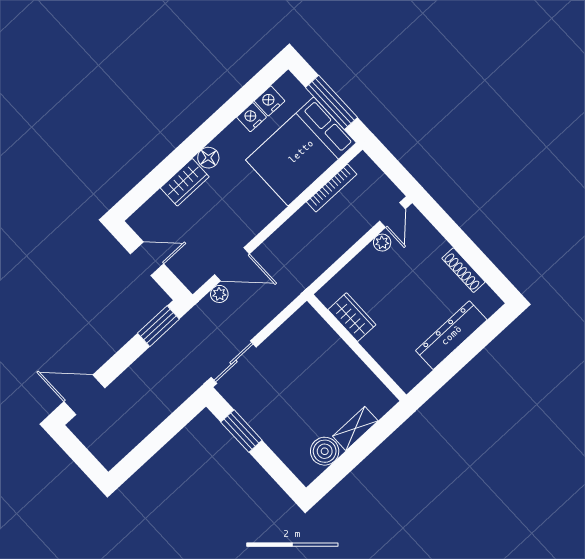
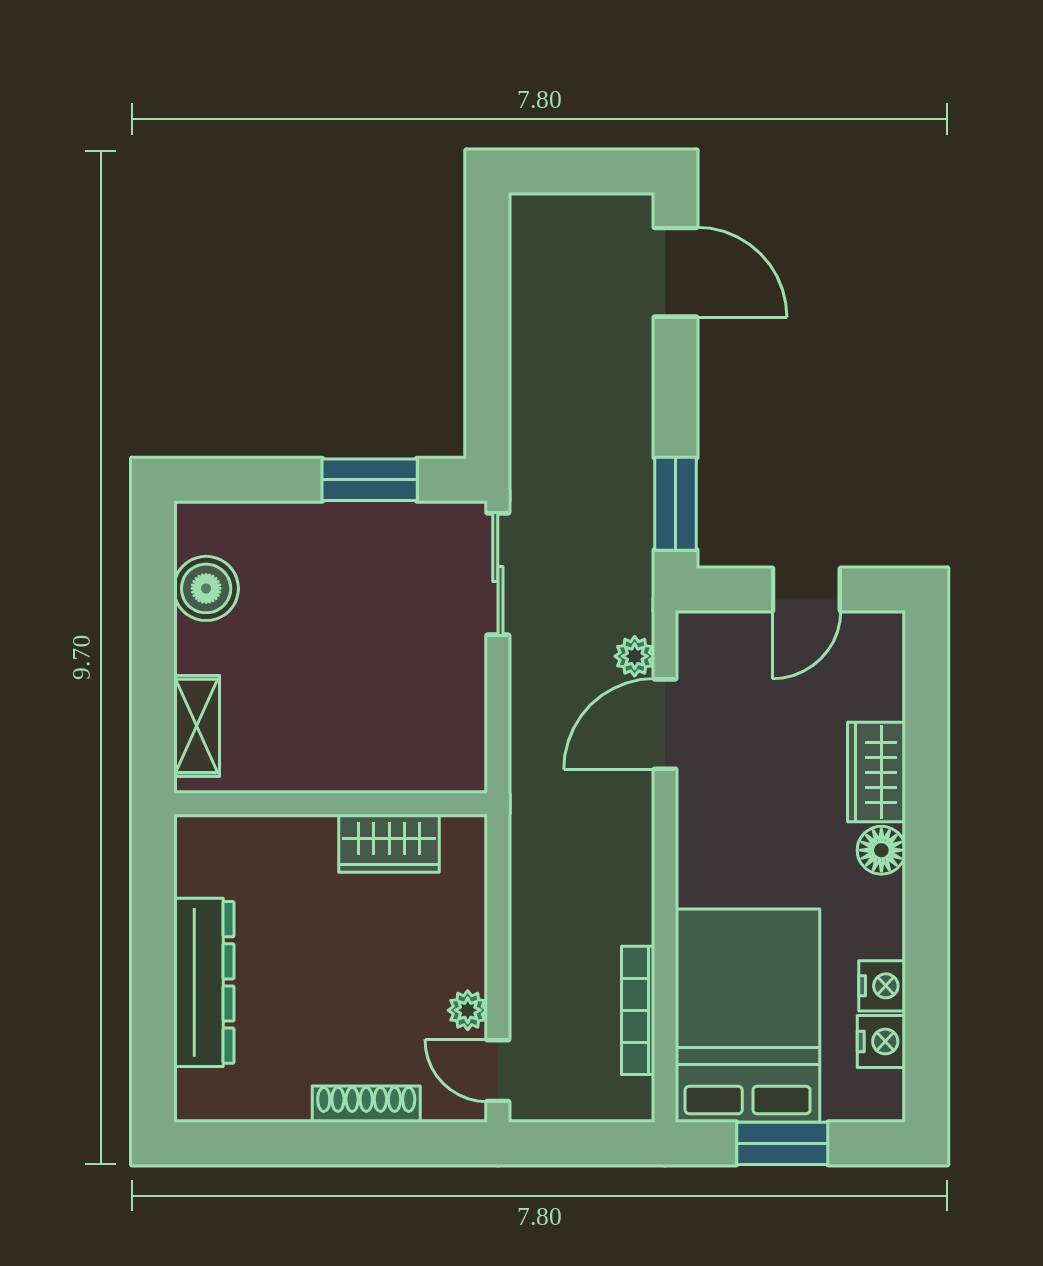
window: (331, 102) -> (782, 1143), width x0.69
shoe rack: (463, 270) -> (366, 1104), moved
door: (84, 395) -> (675, 272), hinge flipped
shelving: (355, 428) -> (197, 726), moved

